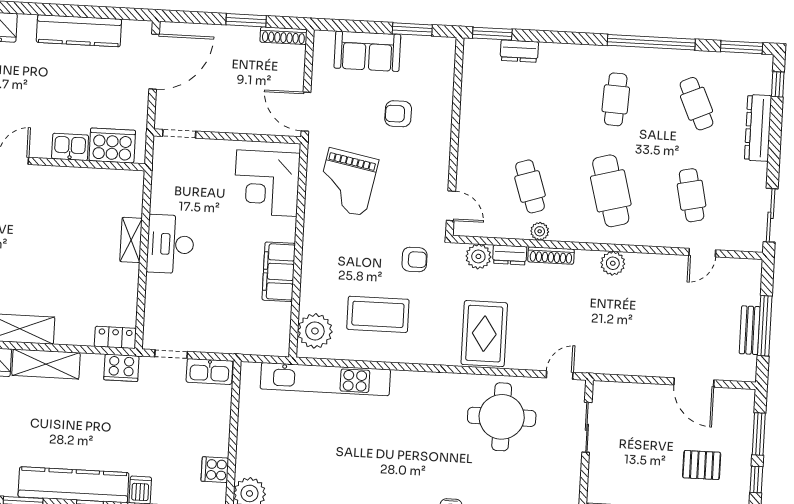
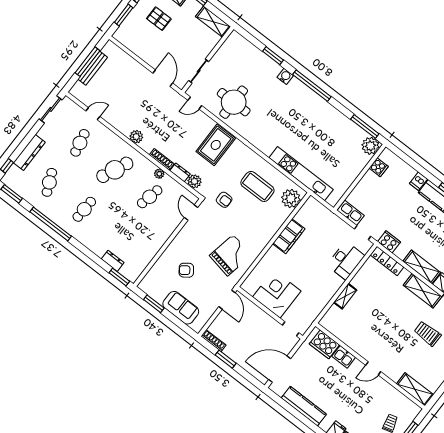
armchair: (398, 114) -> (186, 270), turned 144
corner desk: (267, 183) -> (277, 294), moved, turned -90
cafe table: (530, 186) -> (150, 197), turned 30
cafe table: (611, 191) -> (115, 170), turned 39
desk: (170, 244) -> (346, 260), moved
armchair: (414, 259) -> (224, 200), turned 180
bench: (750, 330) -> (93, 68), width x1.36
locker: (115, 337) -> (387, 261), width x1.53
door: (694, 382) -> (163, 78), moved

